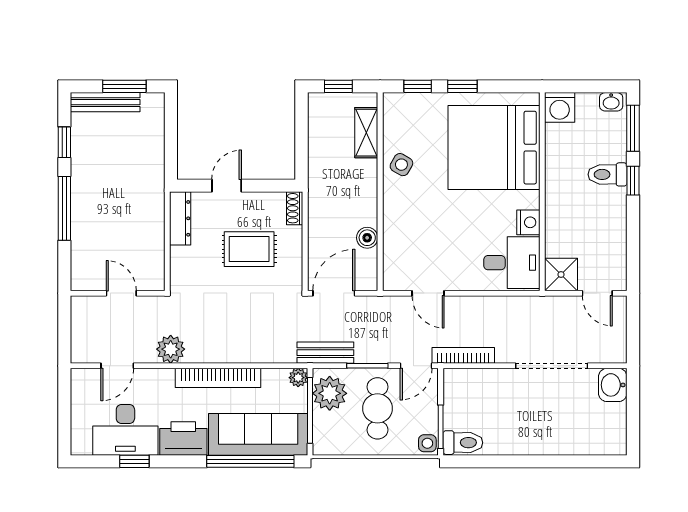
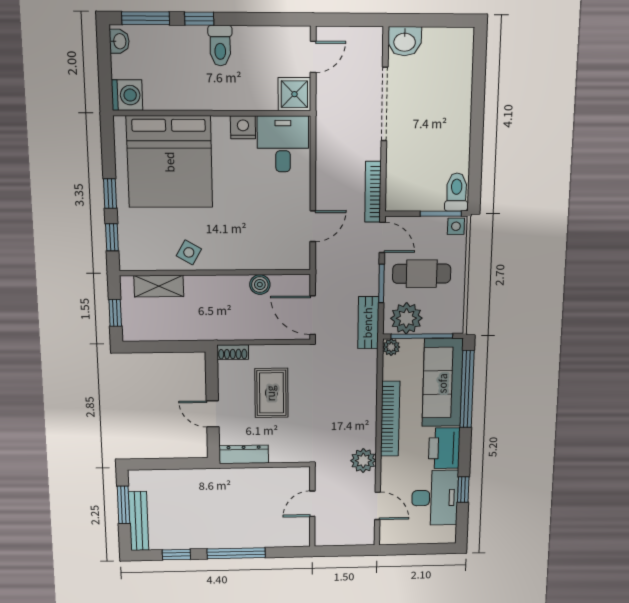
toilet: (608, 174) -> (220, 46), moved

